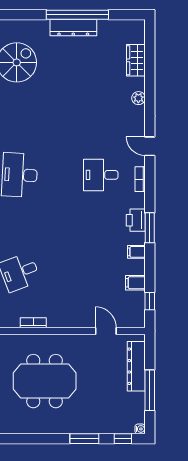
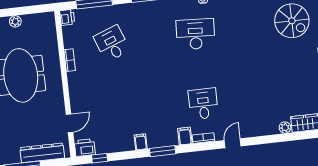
plant: (138, 98) -> (285, 128), moved
printer: (136, 220) -> (85, 148), moved
filing cabinet: (135, 283) -> (185, 136), moved

